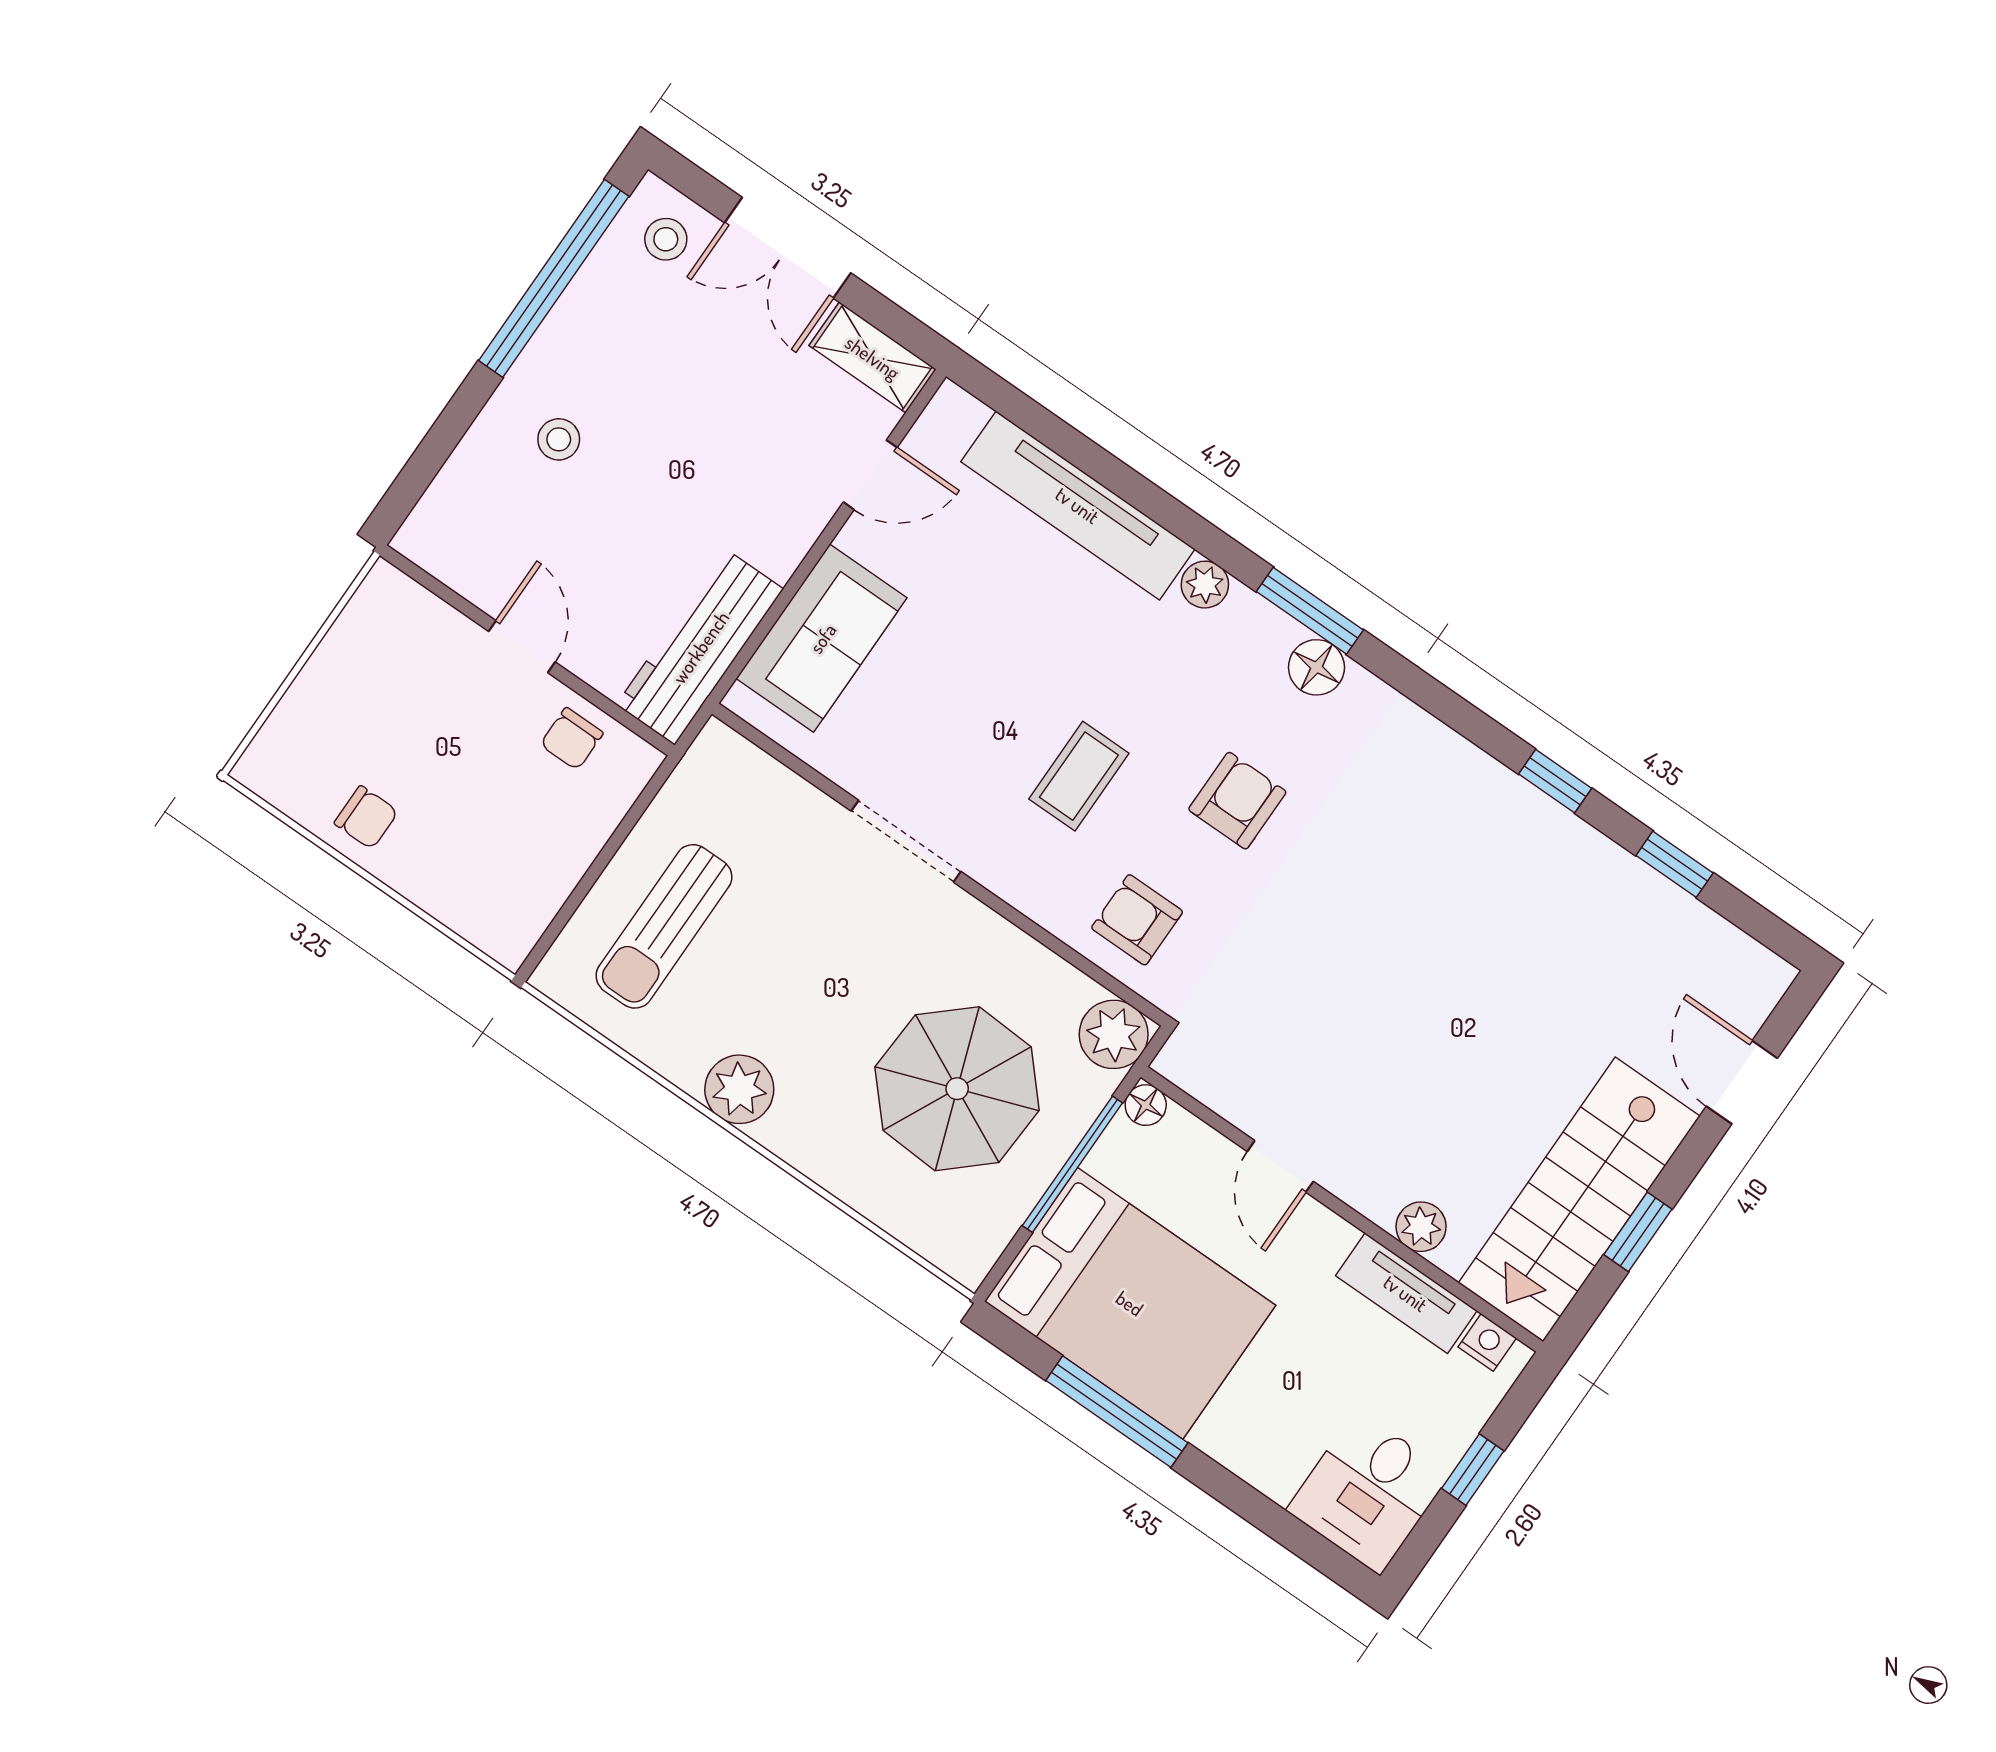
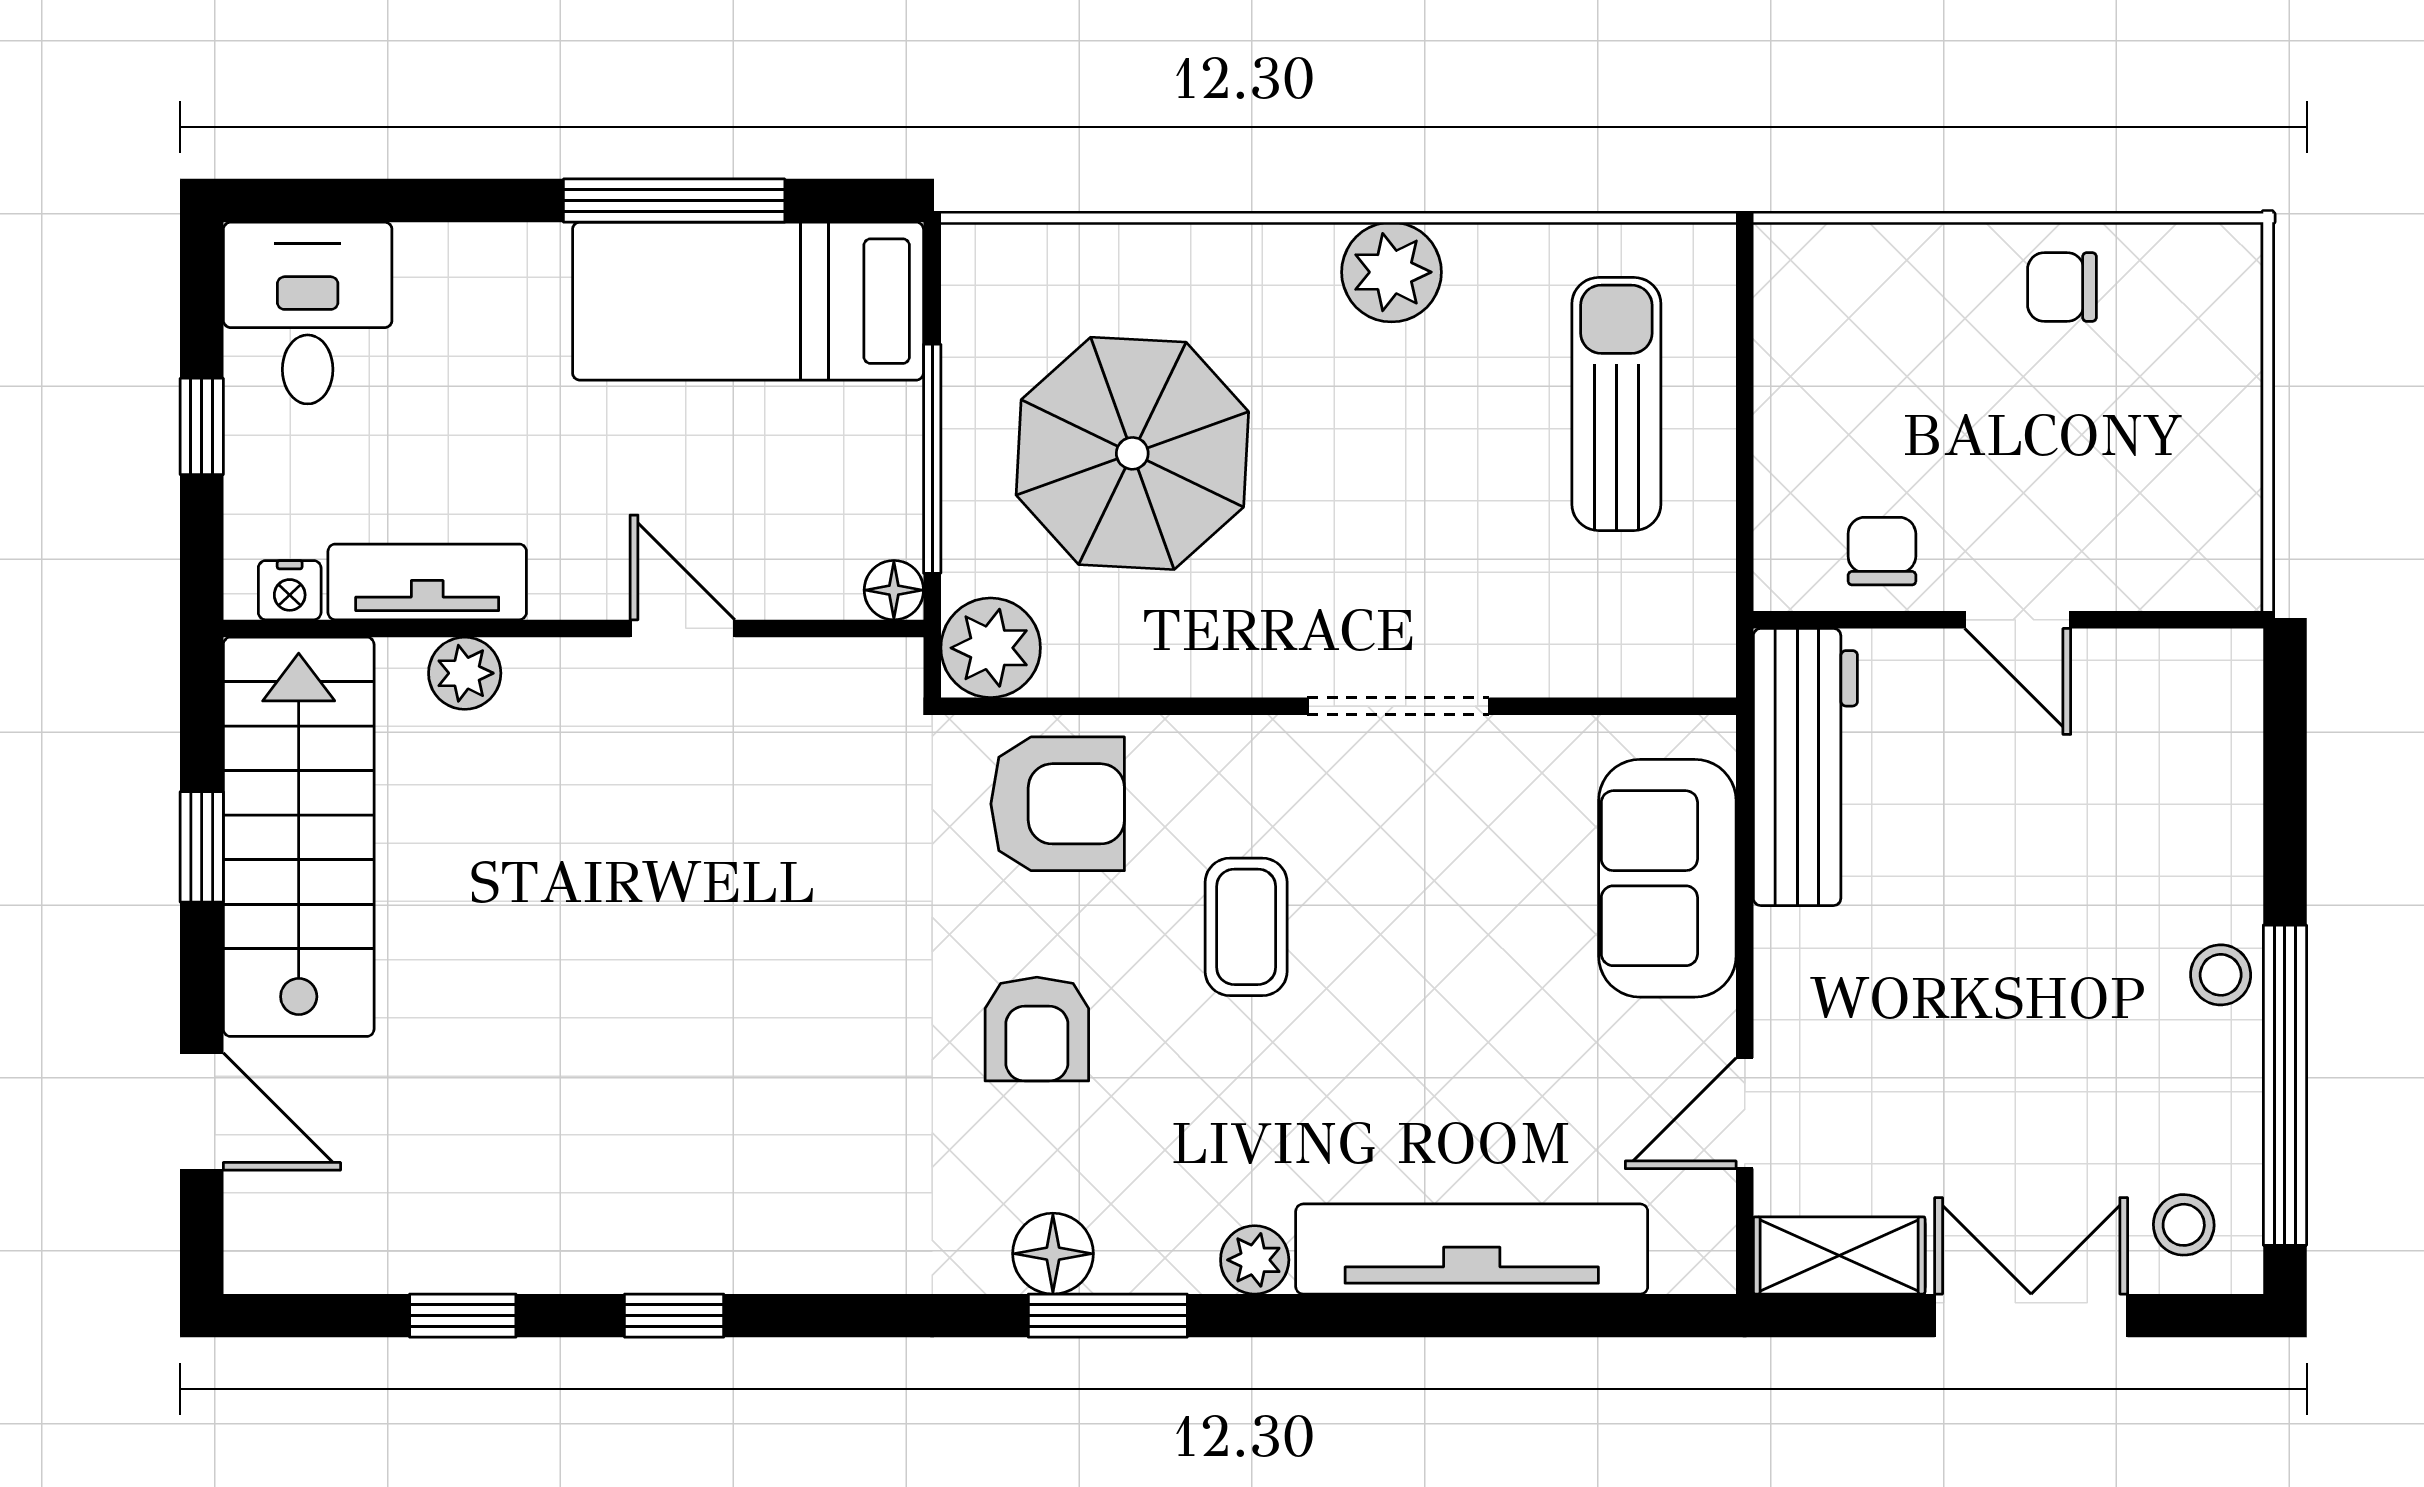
stool: (559, 439) -> (2221, 975), moved
armchair: (1137, 920) -> (1058, 804), width x1.38, depth x1.38
bed: (1130, 1303) -> (748, 301), width x0.67

